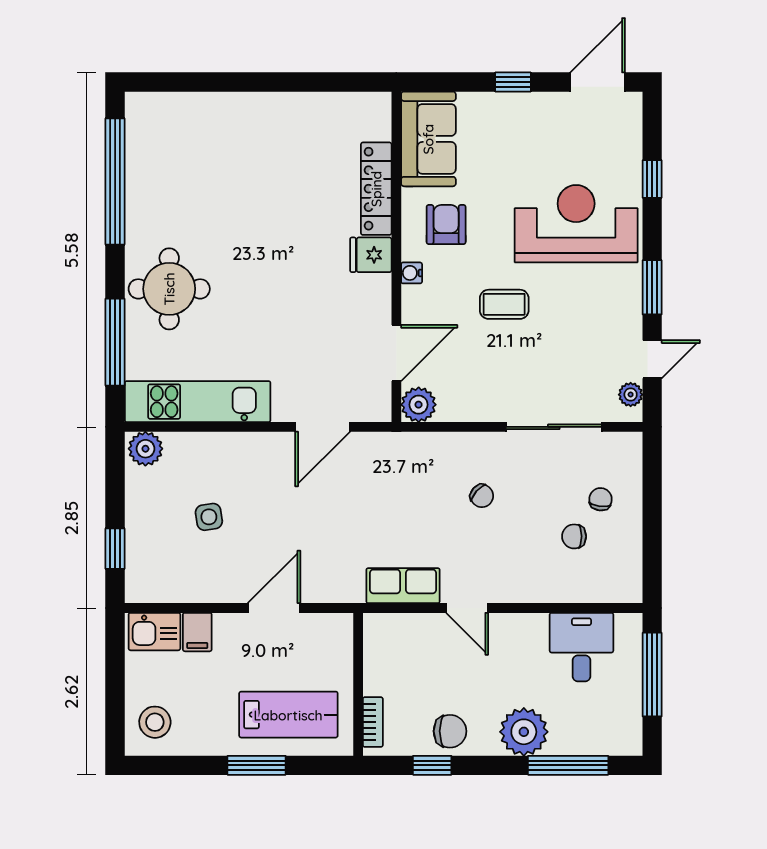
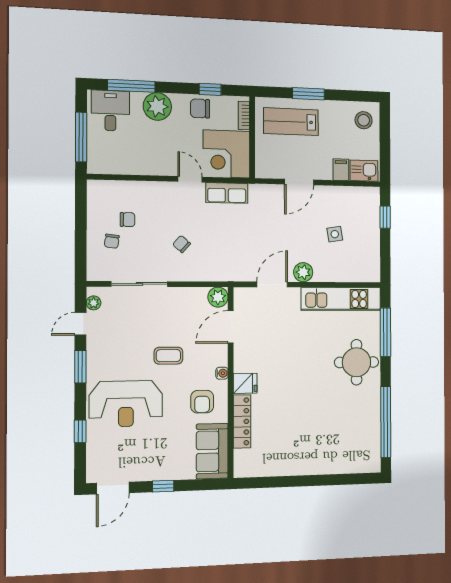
plant: (145, 449) -> (303, 272), moved
desk: (581, 647) -> (110, 111), moved, turned 180
corner desk: (404, 654) -> (226, 154), added

